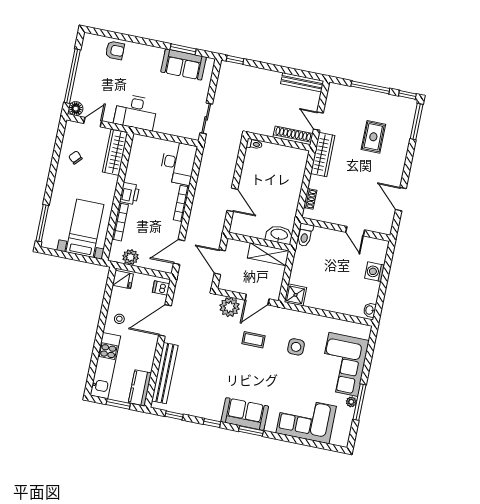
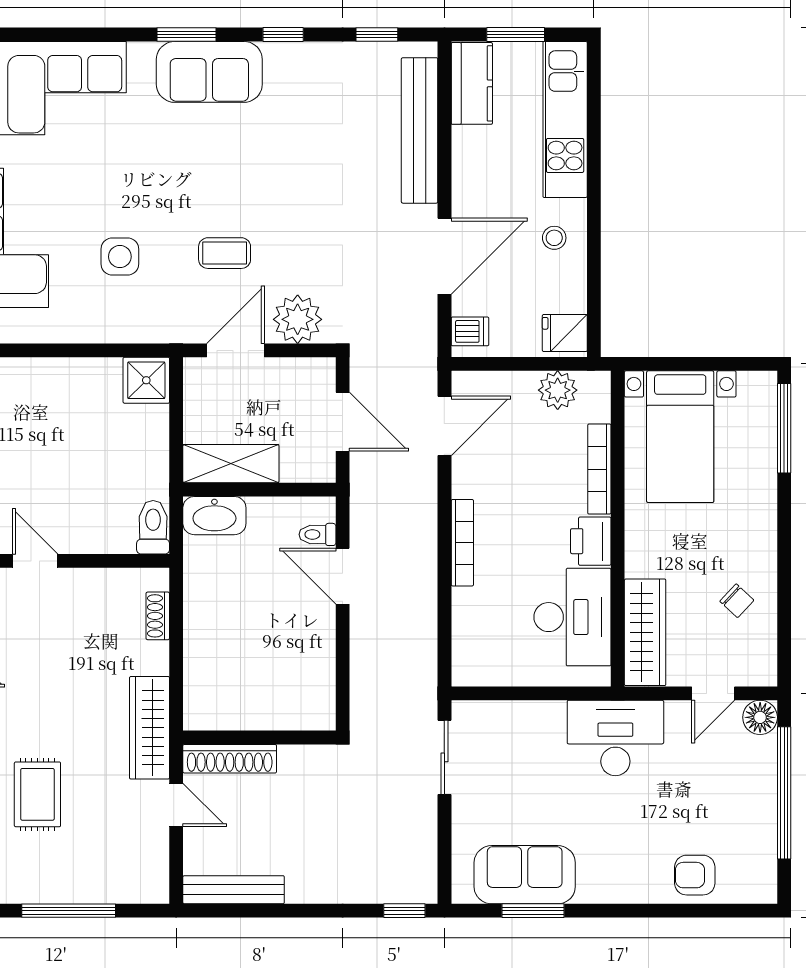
toilet: (254, 144) -> (318, 534), moved
desk: (178, 163) -> (572, 617), moved, turned 180

